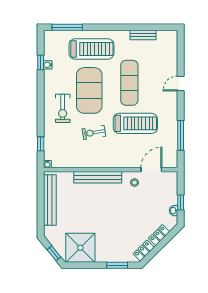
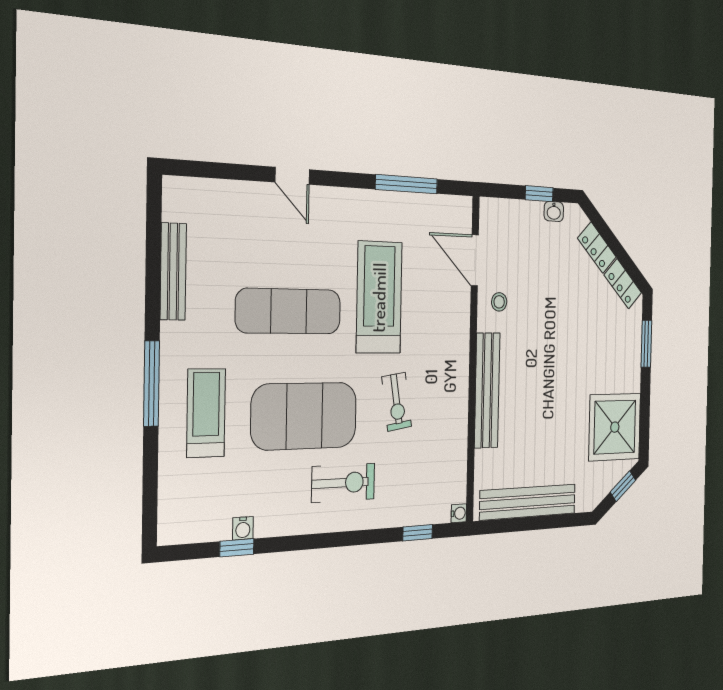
window: (67, 27) -> (152, 384), moved
bench: (143, 35) -> (173, 272), width x1.36
treadmill: (91, 49) -> (206, 413), width x0.73, depth x0.73

